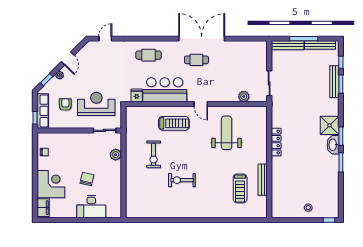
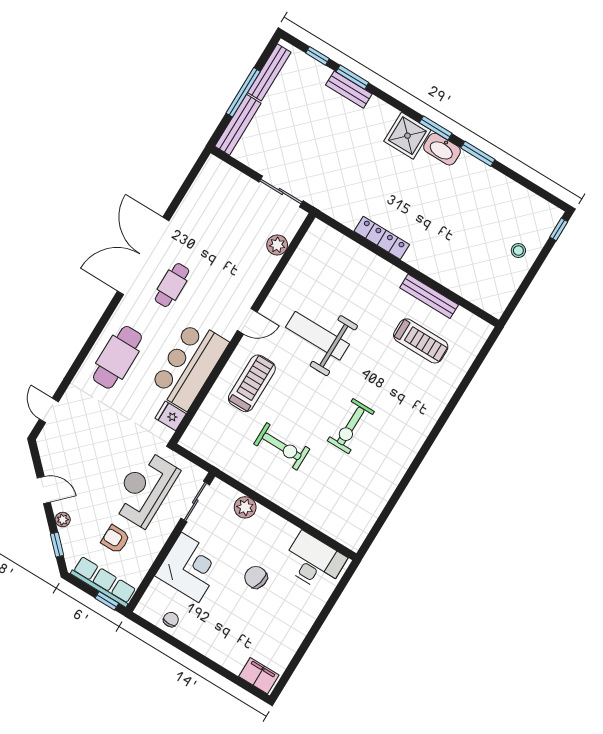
cafe table: (148, 55) -> (117, 357), width x1.37, depth x1.35
bench: (334, 82) -> (349, 90), width x0.73
weight bench: (227, 133) -> (317, 336), moved
corner desk: (51, 184) -> (190, 567), moved, turned 90
desk: (91, 207) -> (314, 562), moved, turned -90

